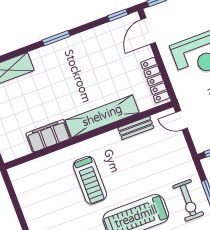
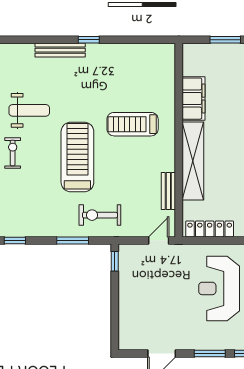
exercise bike: (188, 200) -> (100, 215), moved

